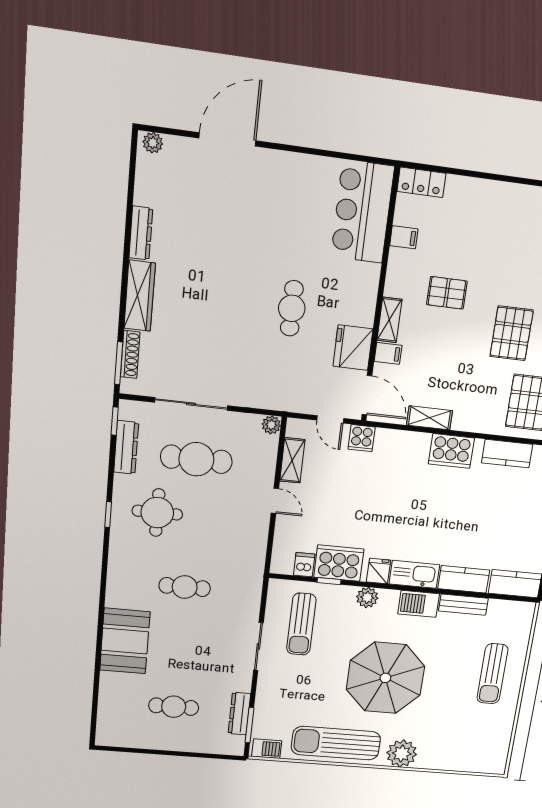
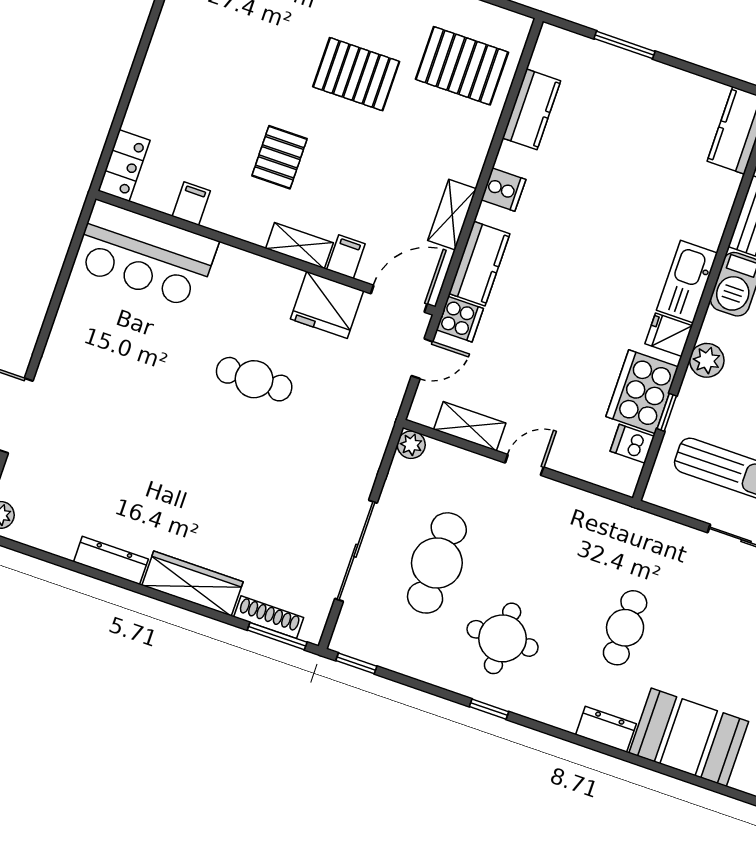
dresser: (126, 447) -> (606, 729), moved, width x0.70
cooker: (451, 451) -> (503, 190), width x0.53, depth x0.76
kitchen counter: (464, 579) -> (479, 264), moved, turned 180

